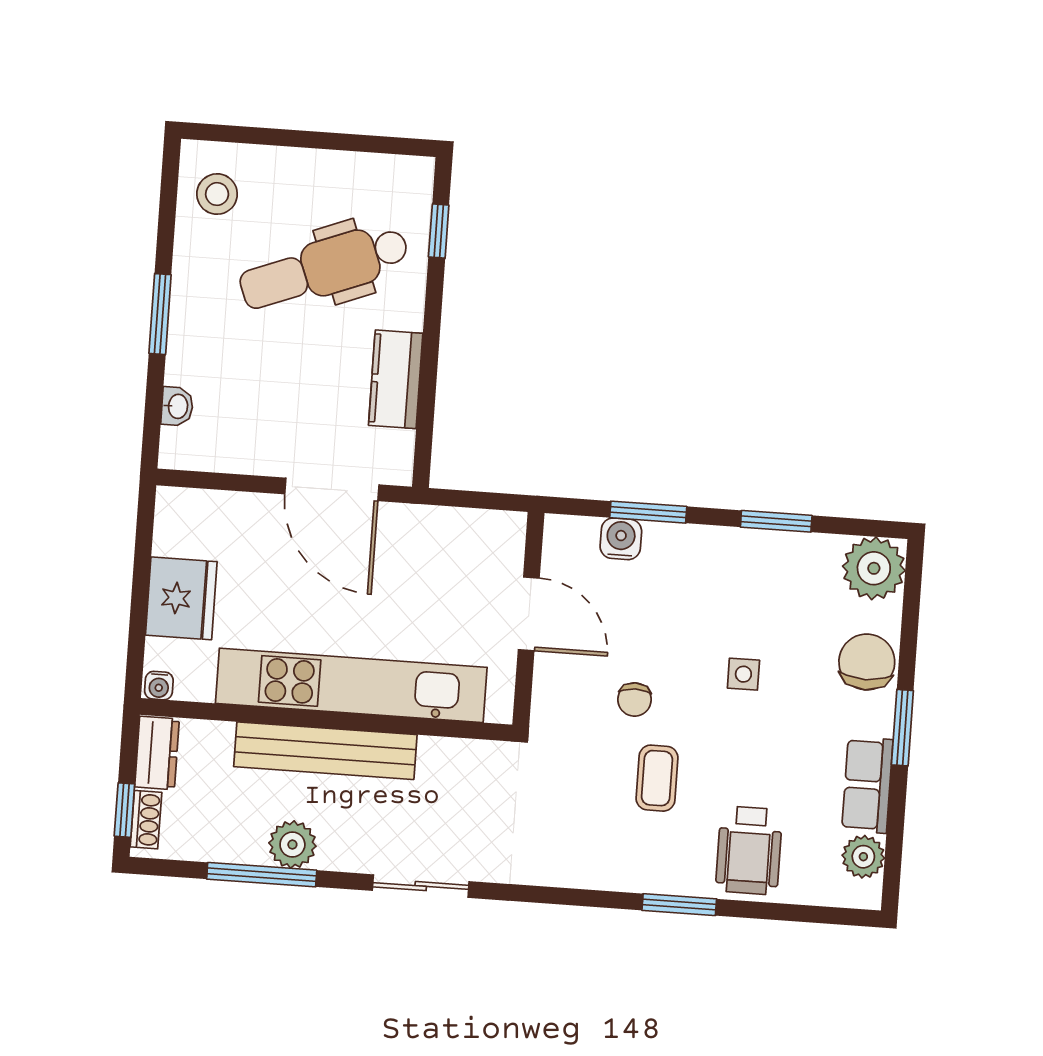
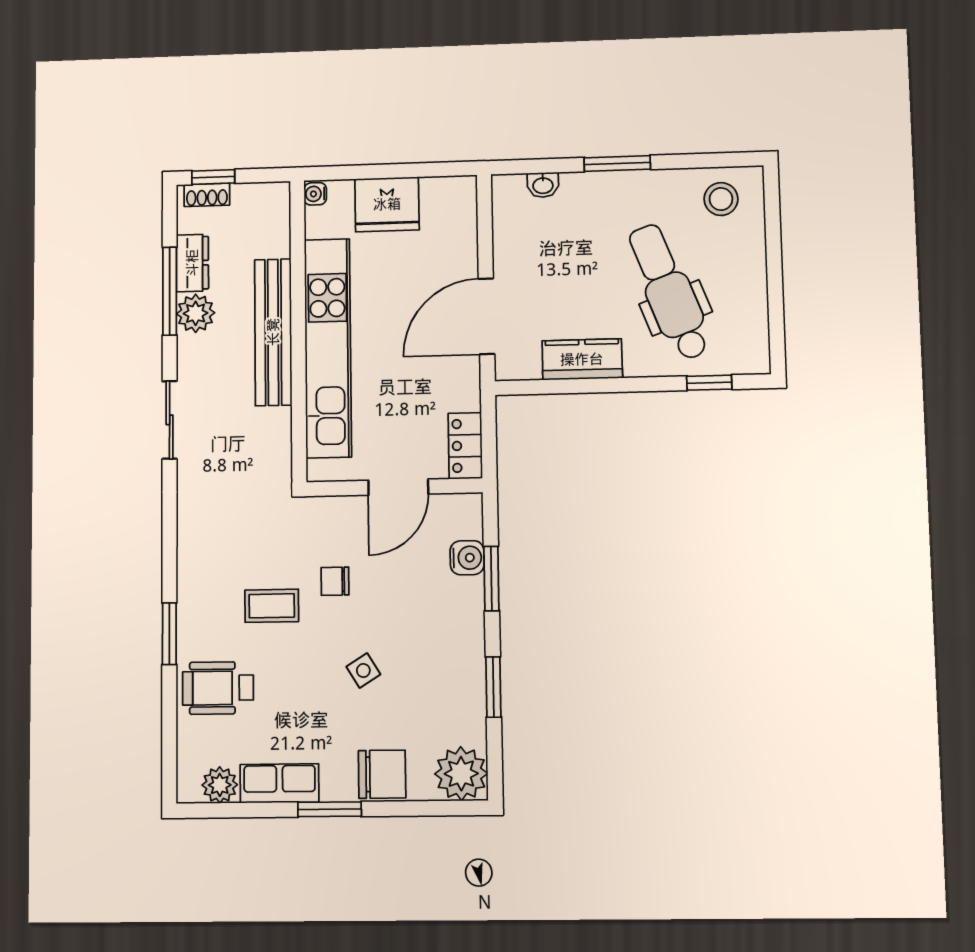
locker: (487, 529) -> (465, 446), added
side table: (743, 674) -> (363, 670), turned -32
dresser: (157, 753) -> (192, 263), moved, turned -90

